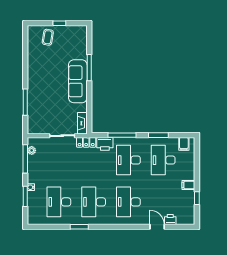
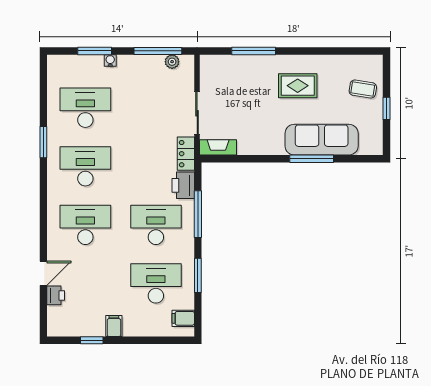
rug: (46, 76) -> (298, 86), added
sofa: (78, 81) -> (322, 140), moved

